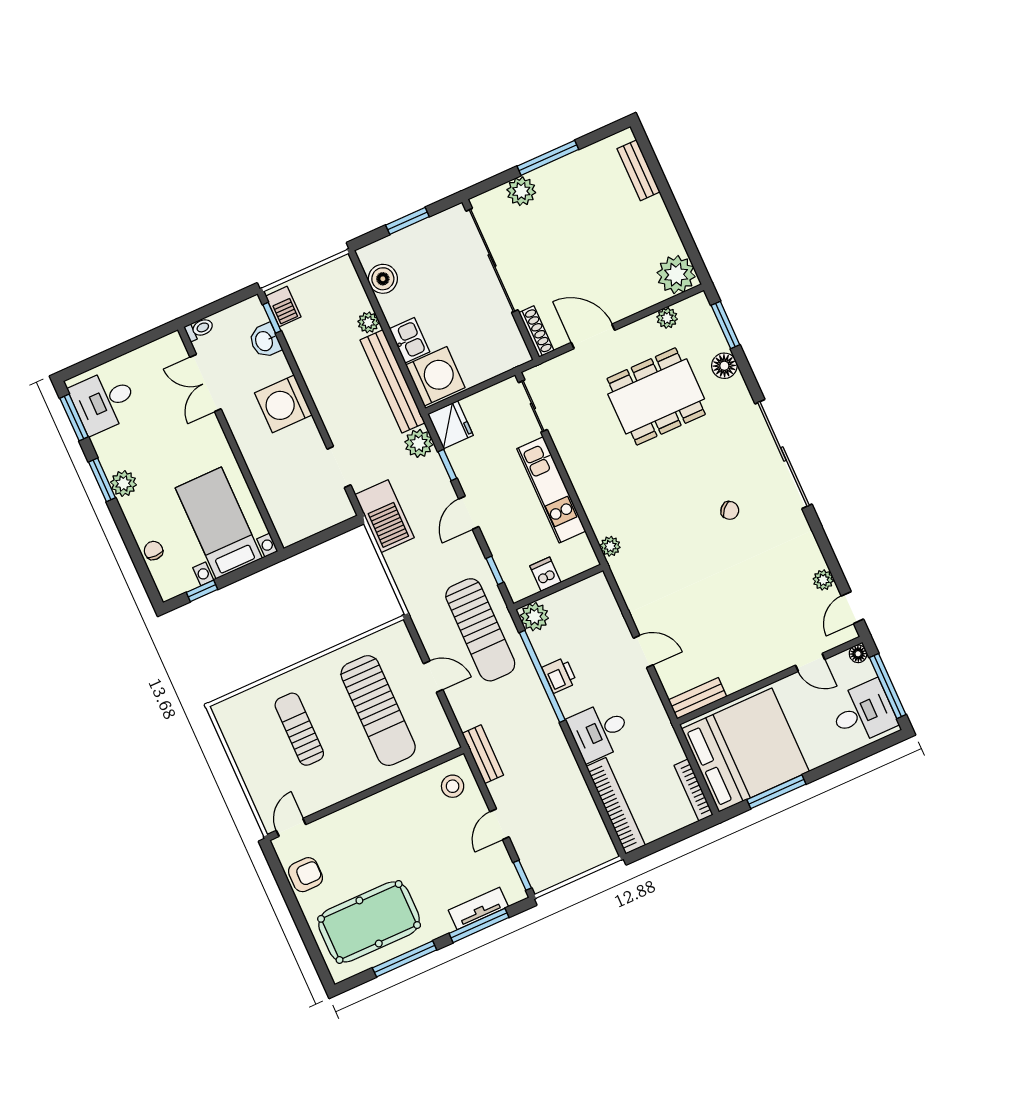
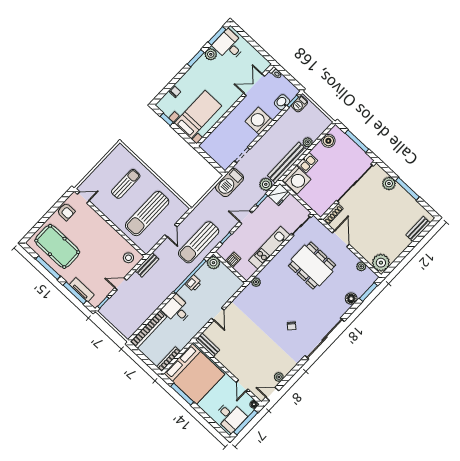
window: (407, 221) -> (357, 141), width x1.44
dining table: (656, 396) -> (312, 265), moved
plant: (124, 484) -> (211, 54), moved

